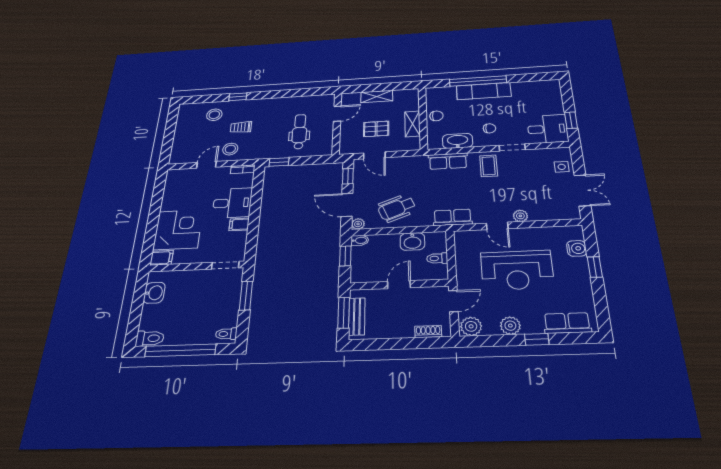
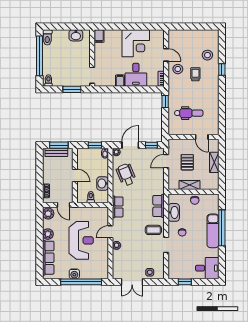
desk: (548, 129) -> (207, 268), moved, turned -90
corner desk: (178, 230) -> (136, 43), moved
water cooler: (577, 248) -> (74, 274), moved
window: (595, 267) -> (81, 282), width x3.17
reception desk: (517, 270) -> (81, 240), turned 180
row of seats: (567, 323) -> (48, 258), width x1.48
window: (537, 339) -> (39, 247), removed

